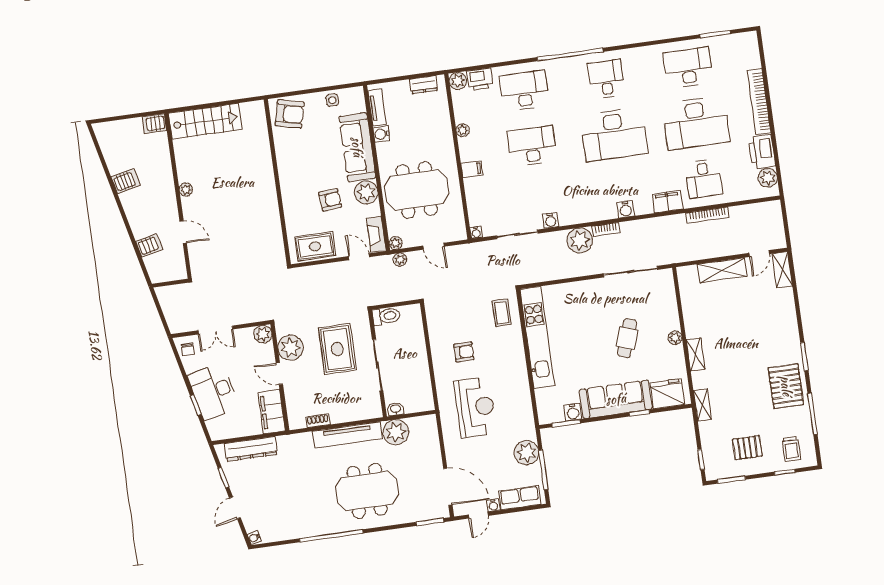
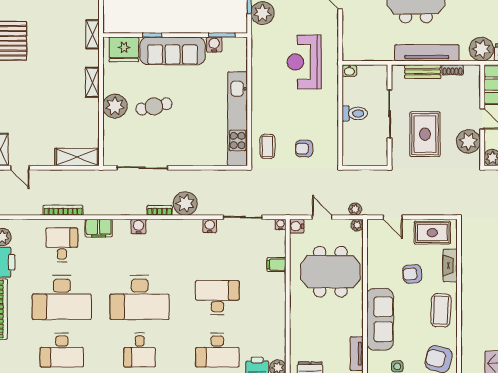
desk: (696, 123) -> (62, 297), turned 180
plant: (463, 130) -> (280, 321), removed
water cooler: (381, 134) -> (297, 226), moved, turned 180
desk: (614, 135) -> (140, 297), turned 180
desk: (532, 146) -> (217, 297), turned 180
coffee table: (295, 166) -> (441, 310), added
filing cabinet: (472, 169) -> (276, 265), moved
plant: (366, 192) -> (378, 276), removed
fireplace: (376, 235) -> (450, 265), moved, turned 180
door: (759, 253) -> (20, 168), swing flipped
shelving: (722, 270) -> (77, 157), moved
toilet: (386, 316) -> (355, 113), moved, turned 180
cafe table: (627, 338) -> (154, 106), turned 59
plant: (675, 338) -> (115, 106), width x1.87, depth x1.87
armchair: (464, 352) -> (304, 149), moved
washbasin: (396, 409) -> (349, 71), moved
bench: (349, 414) -> (423, 72), added
plant: (396, 432) -> (481, 49), moved

